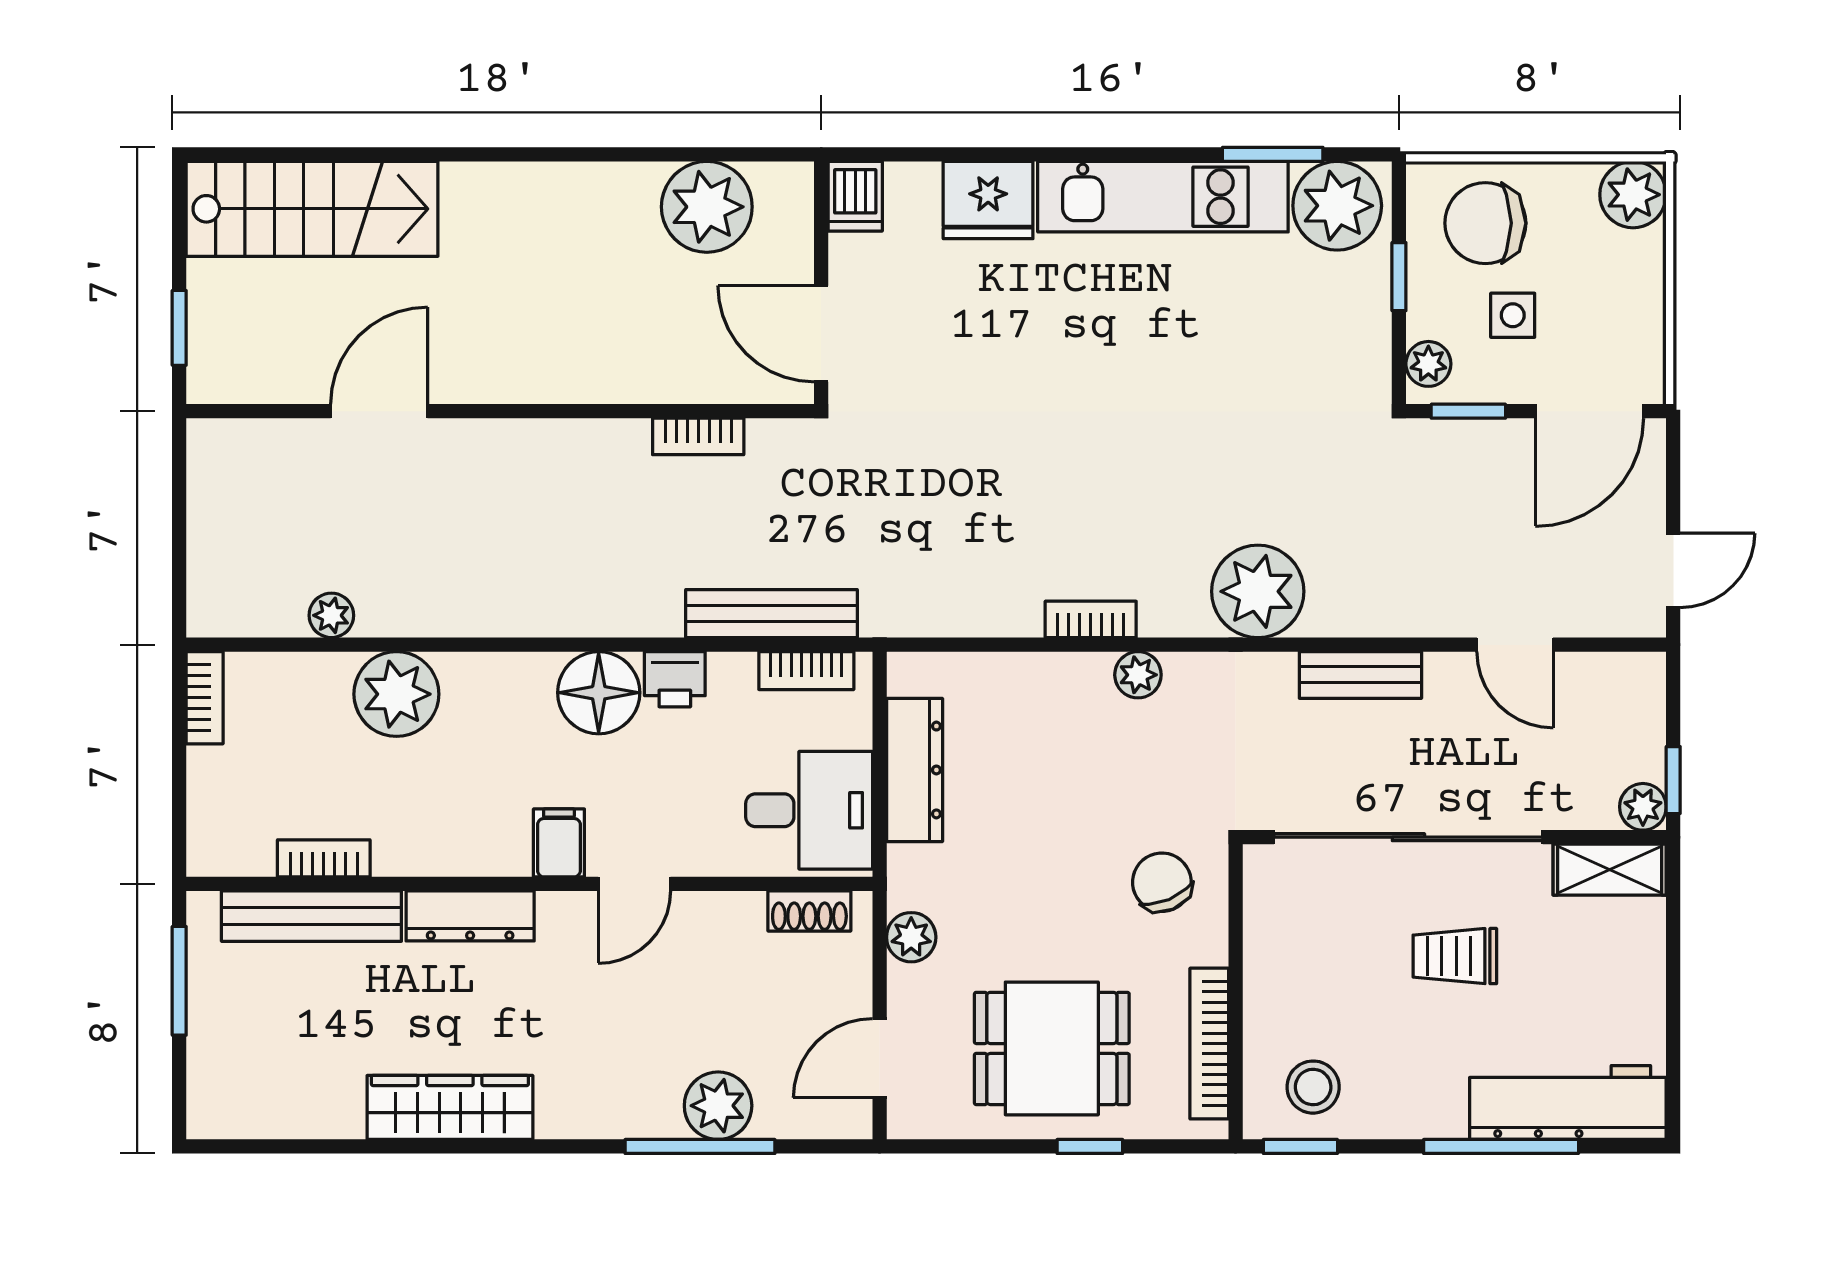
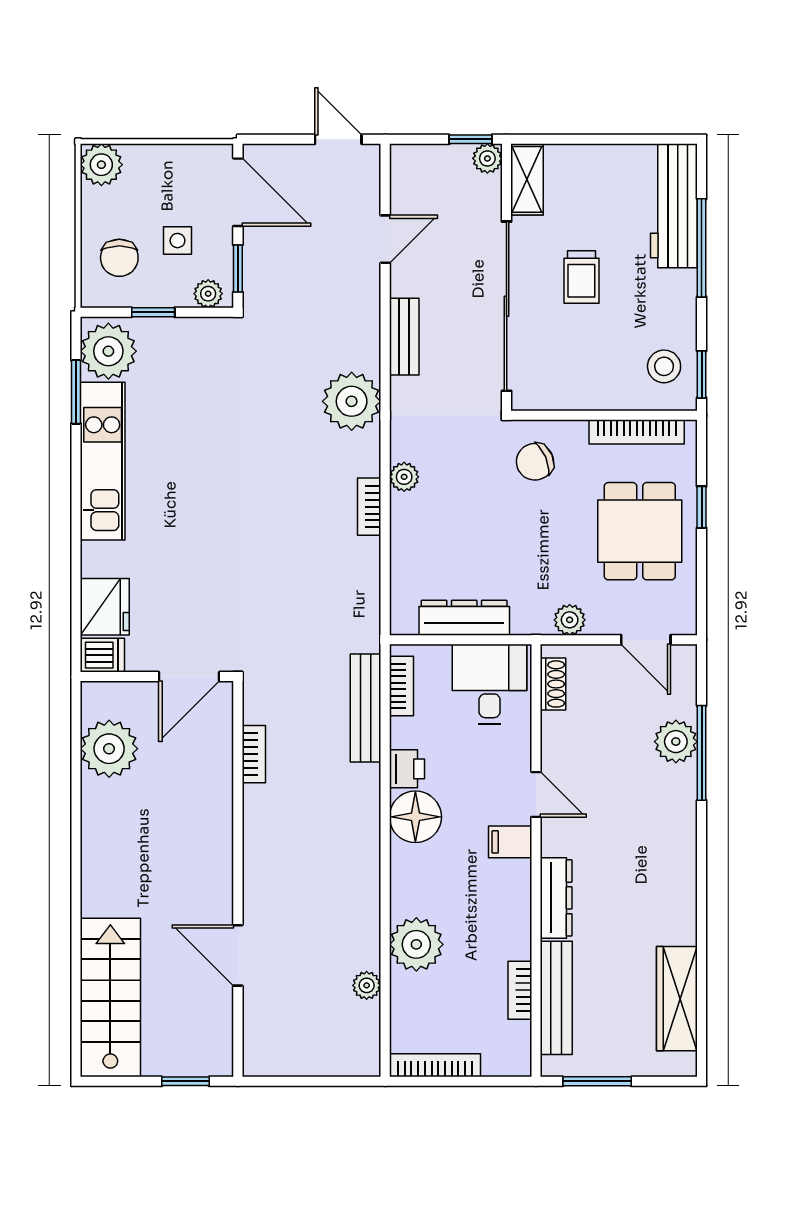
fridge: (988, 200) -> (105, 607), moved
chair: (1485, 223) -> (119, 258), width x0.73, depth x0.73
bookcase: (205, 698) -> (435, 1065), width x1.56
wardrobe: (450, 1107) -> (677, 999), moved

